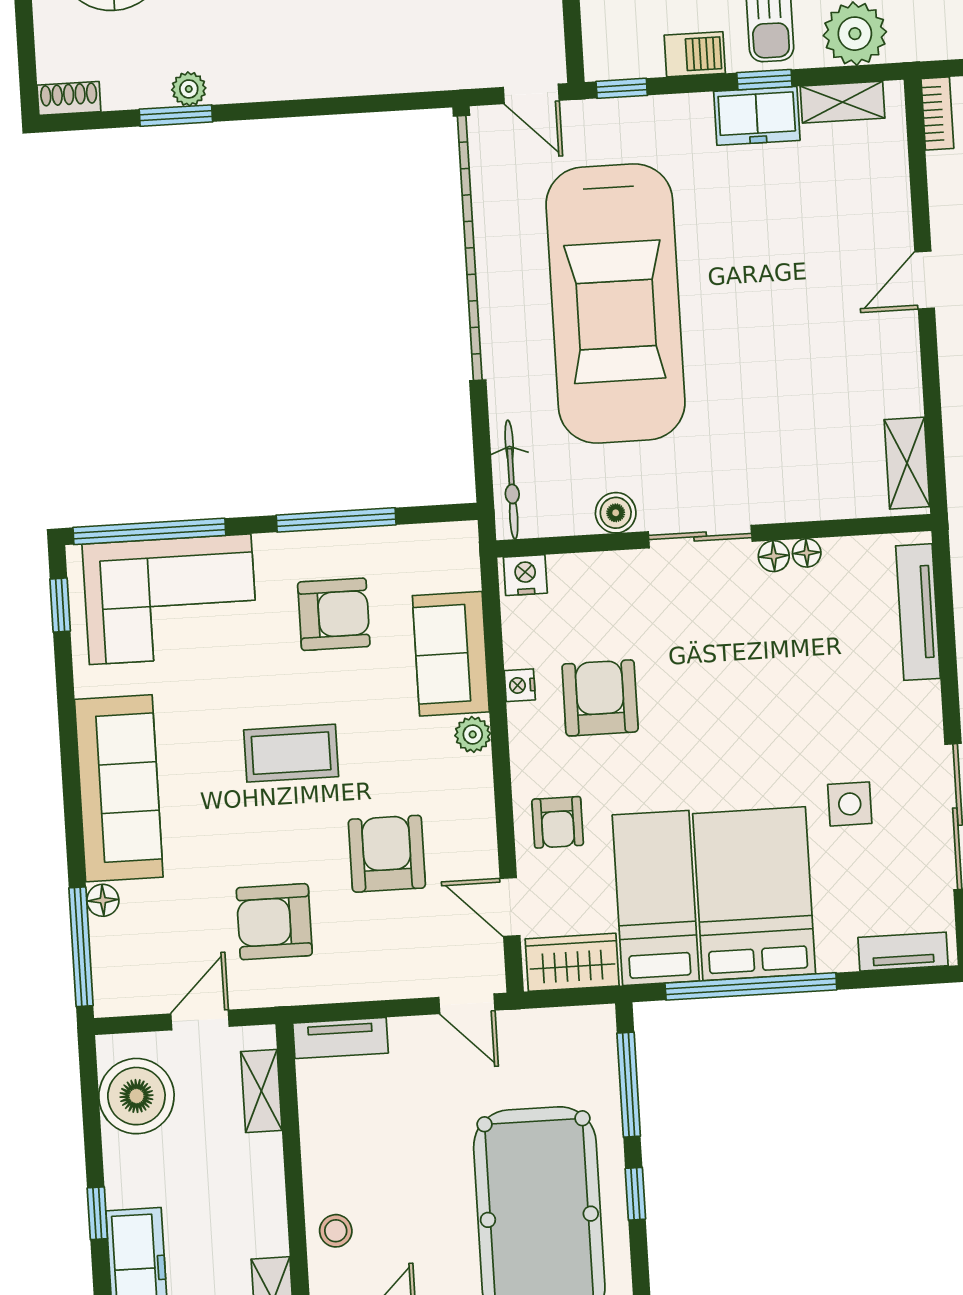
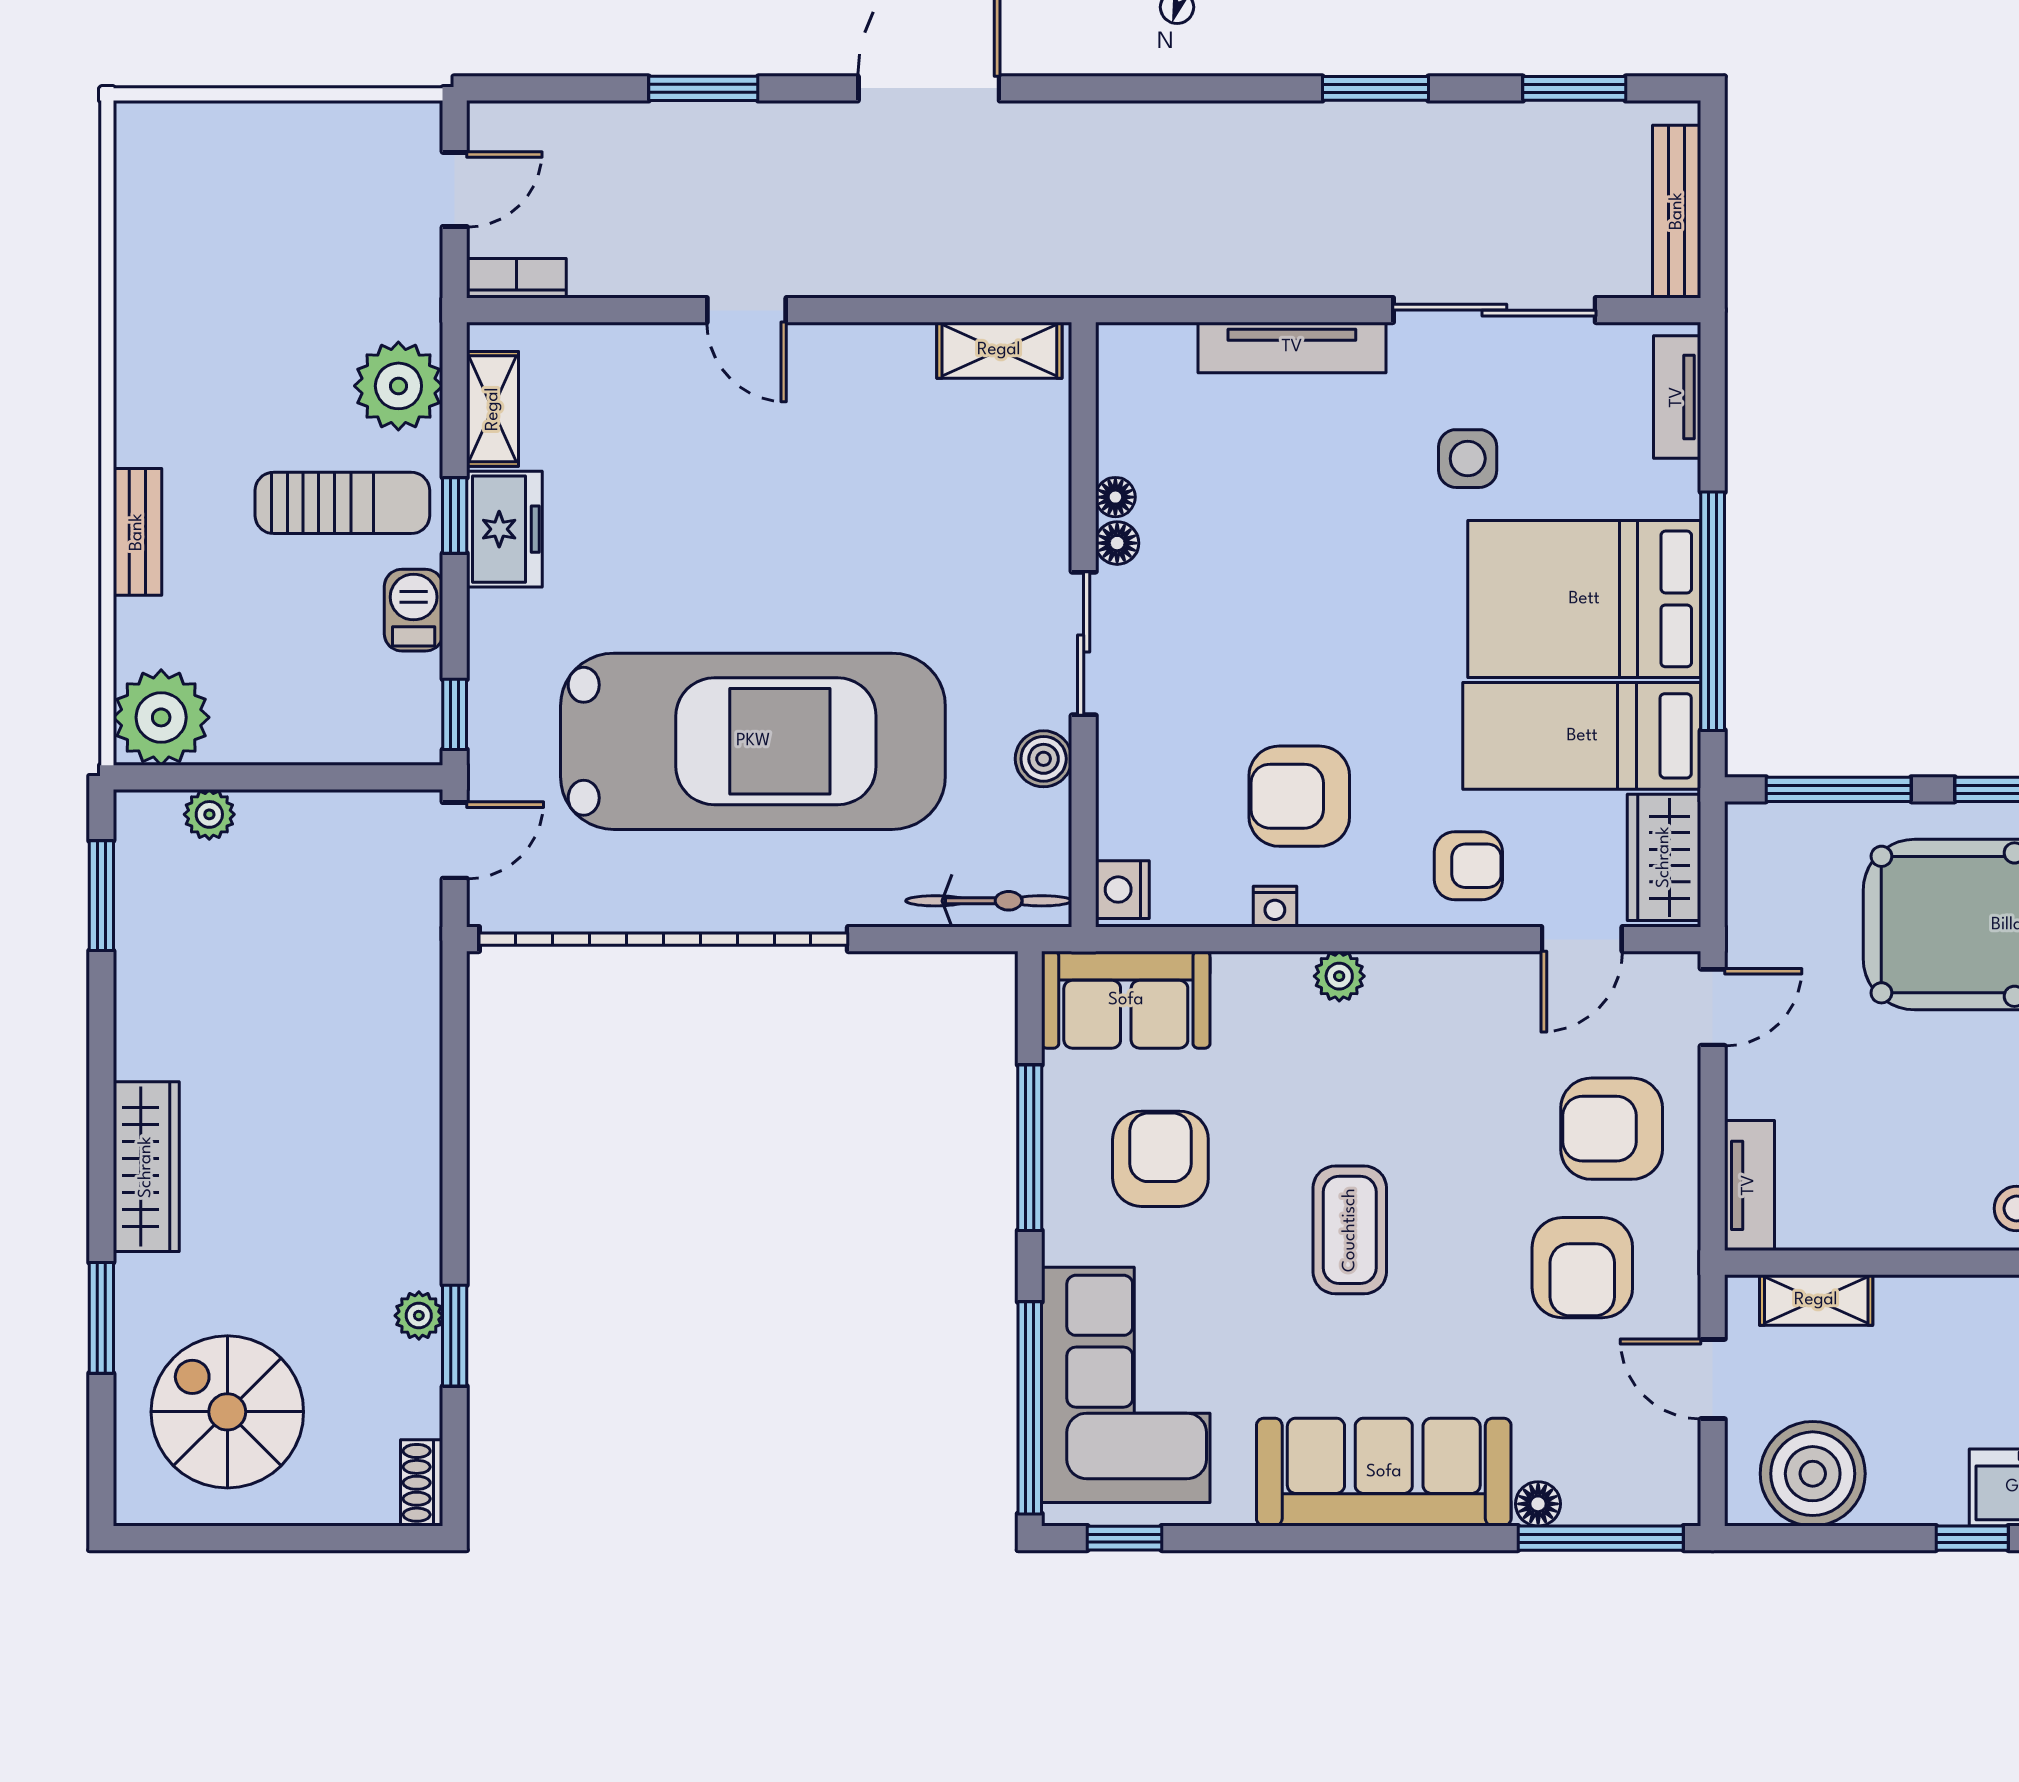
tv unit: (918, 612) -> (1292, 347), moved
sofa: (451, 654) -> (1126, 1000), moved
armchair: (387, 854) -> (1612, 1129), moved

